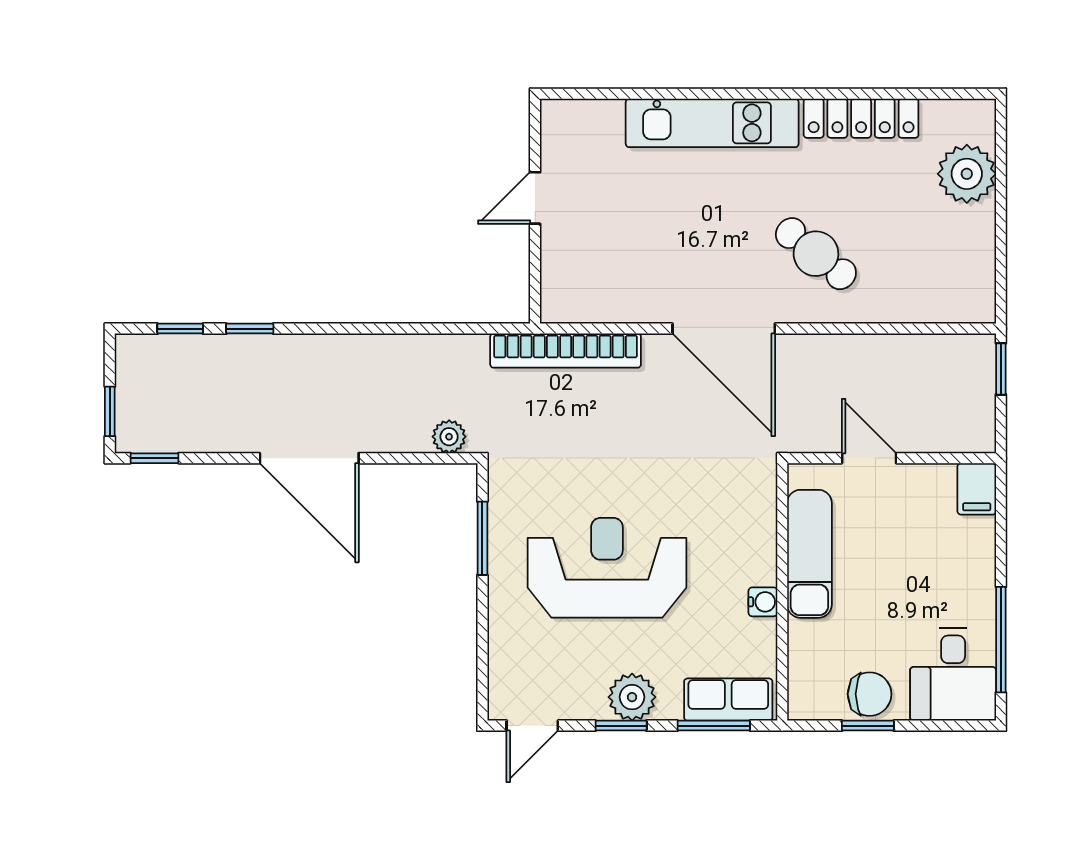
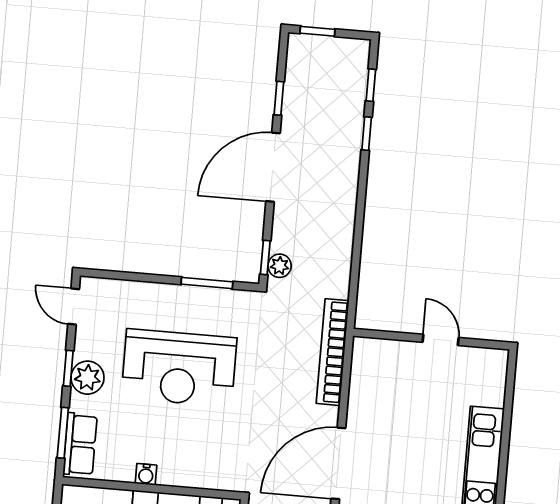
window: (155, 458) -> (279, 98), moved
window: (439, 458) -> (265, 258), added
reception desk: (607, 568) -> (179, 368), turned 90

